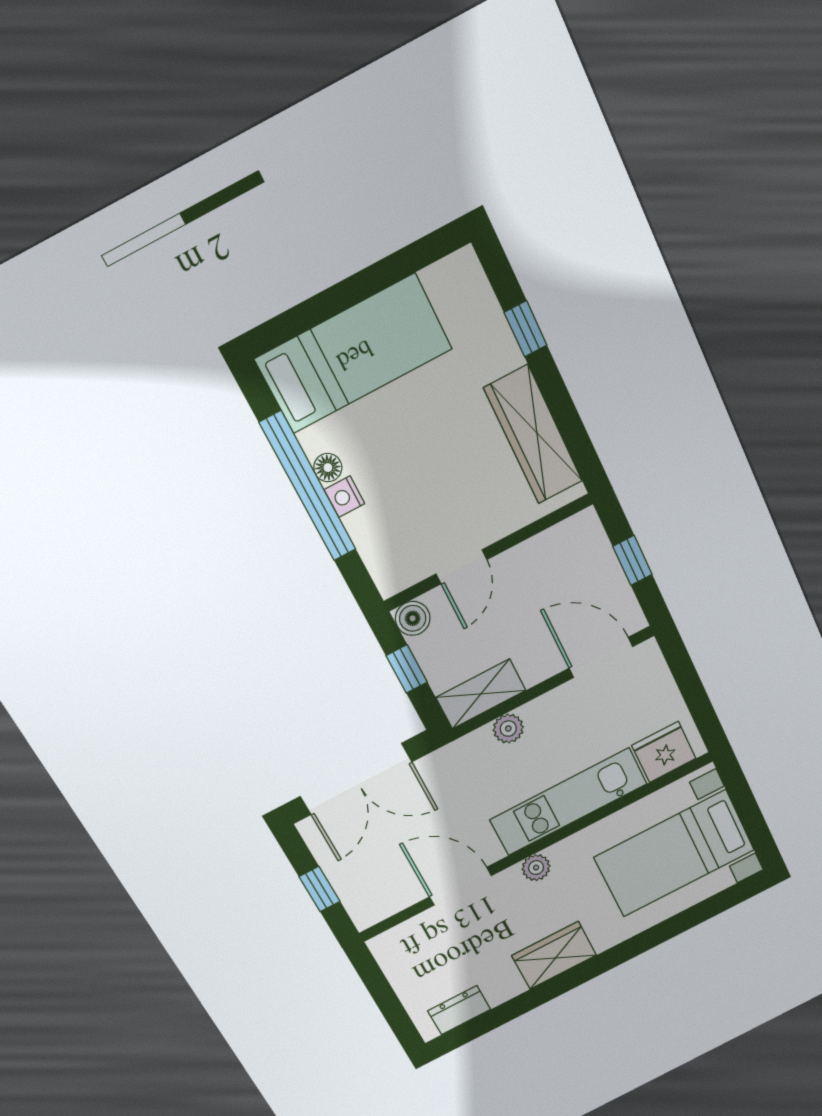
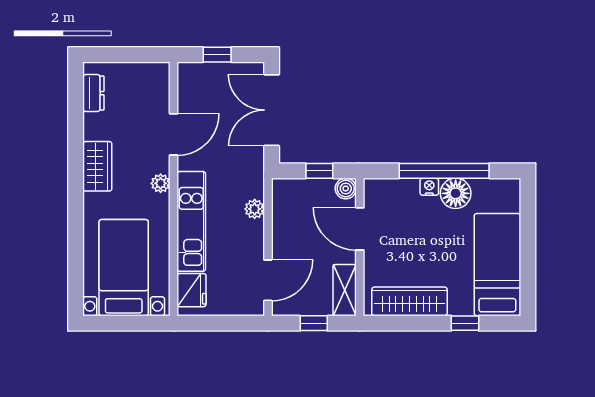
bed: (354, 354) -> (497, 265), moved, turned 180
floor lamp: (328, 468) -> (456, 193), width x1.89, depth x1.89
door: (461, 567) -> (360, 229), width x1.38
shelving: (481, 694) -> (345, 290), moved

